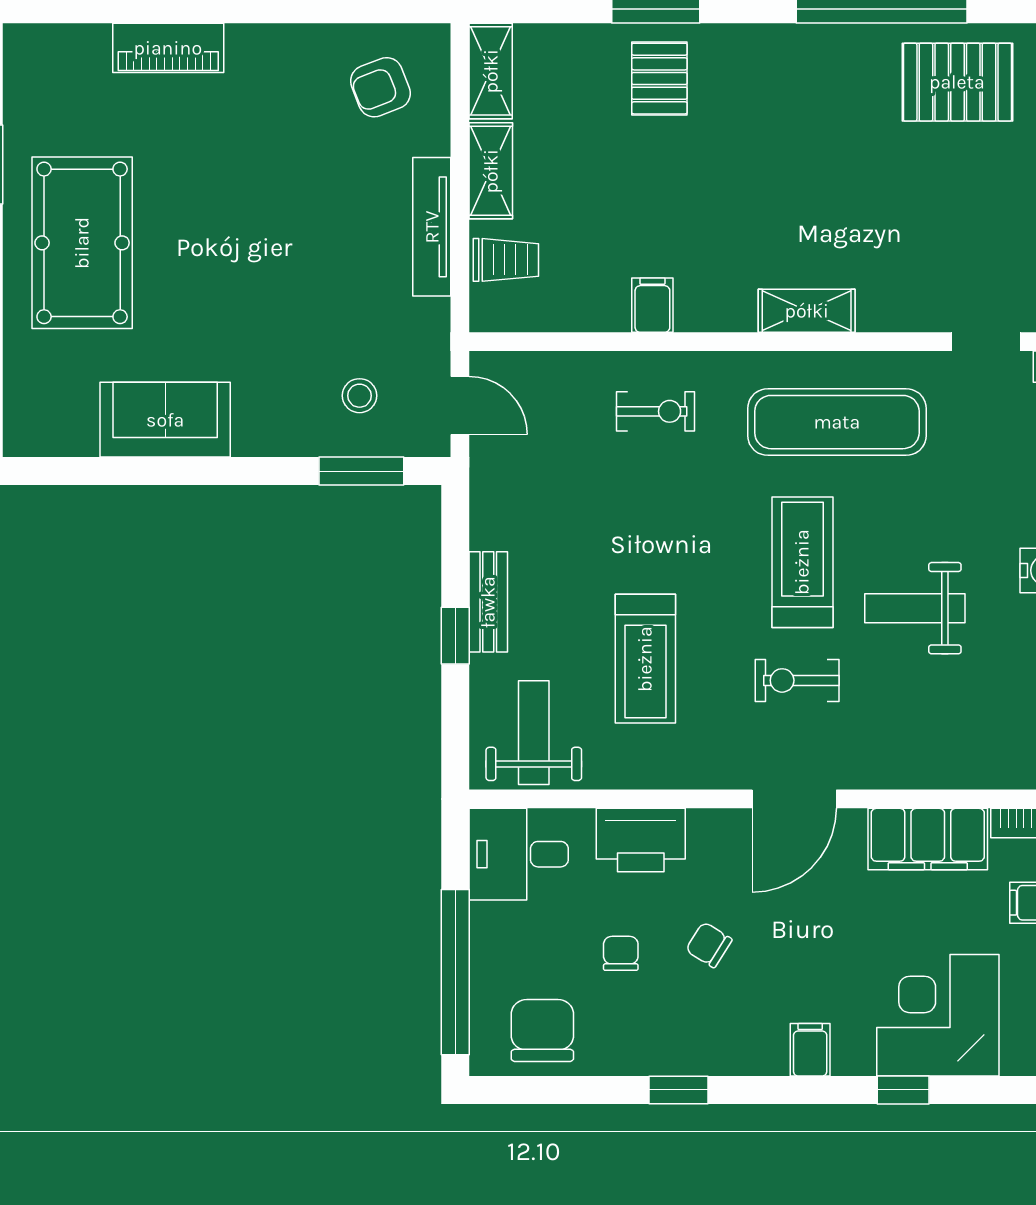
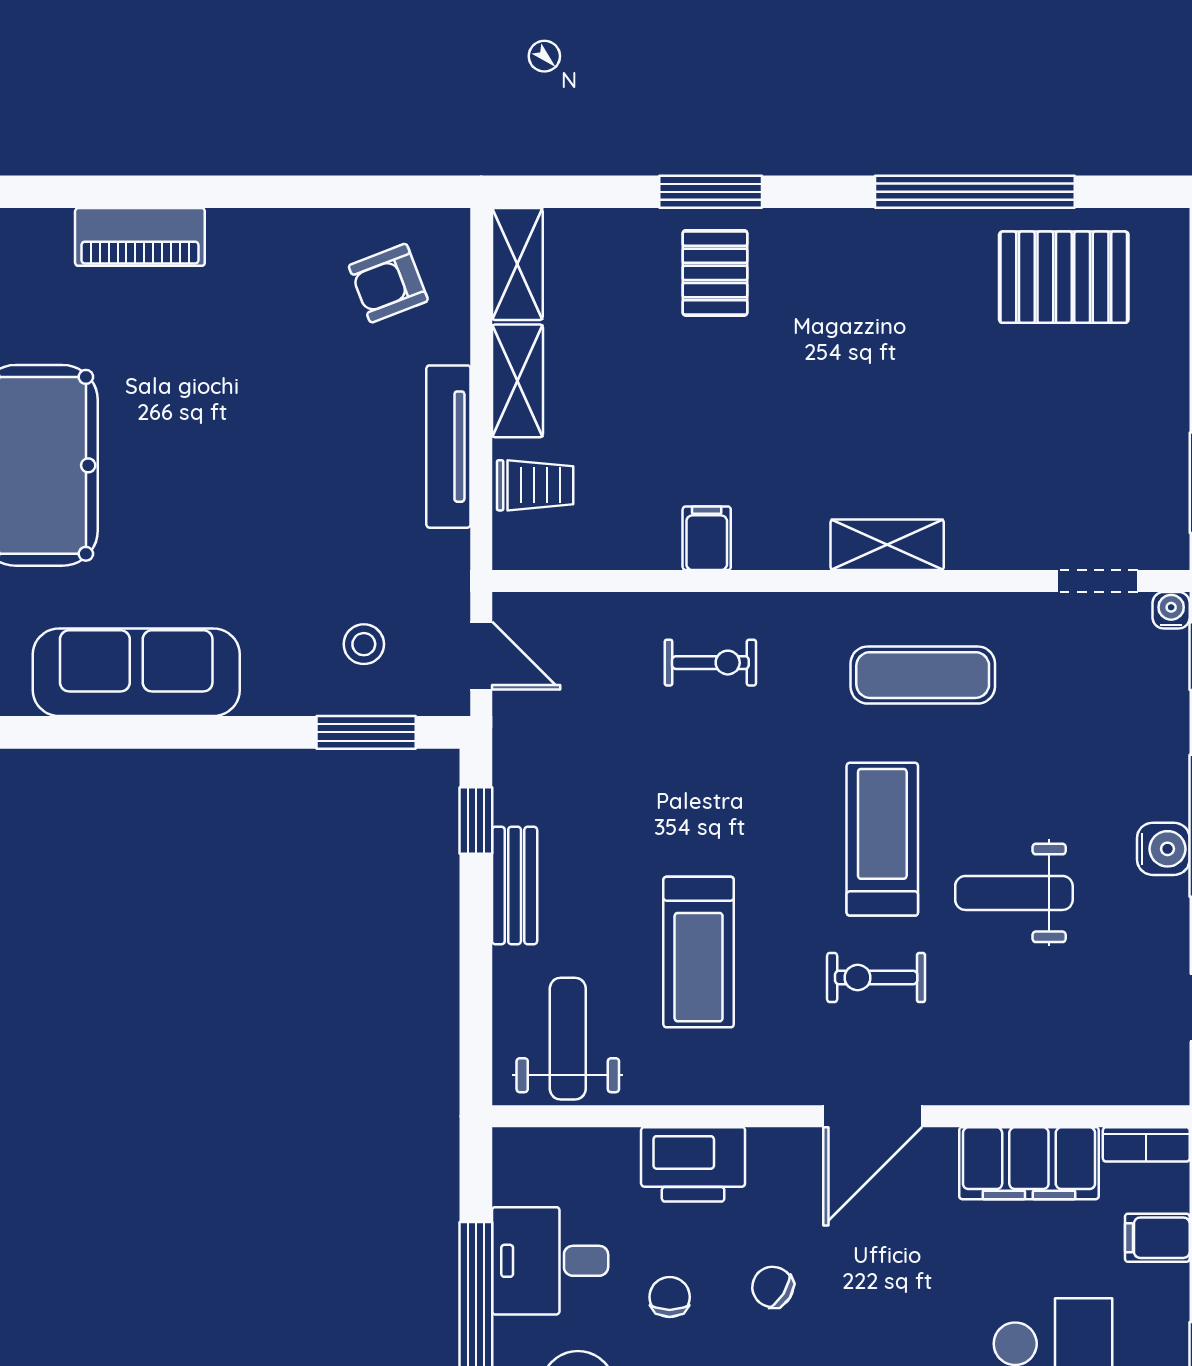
sofa: (165, 420) -> (136, 672), width x1.36
exercise mat: (837, 422) -> (923, 675), width x0.73, depth x0.69
window: (455, 636) -> (476, 821), moved
desk: (519, 854) -> (550, 1261), moved

